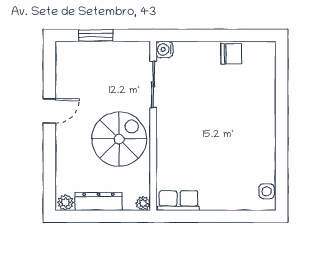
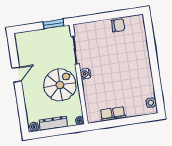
window: (96, 35) -> (53, 24), moved
water cooler: (164, 50) -> (85, 74), moved
row of seats: (178, 201) -> (113, 114), moved

